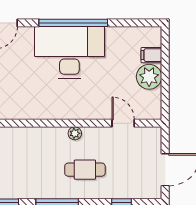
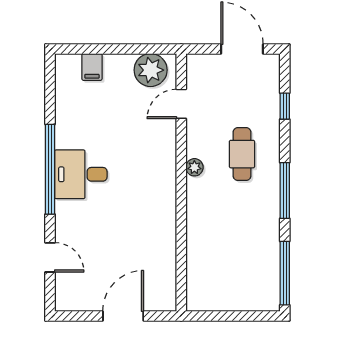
desk: (69, 53) -> (81, 174), width x0.53, depth x0.77
plant: (149, 77) -> (151, 70), moved

